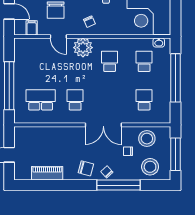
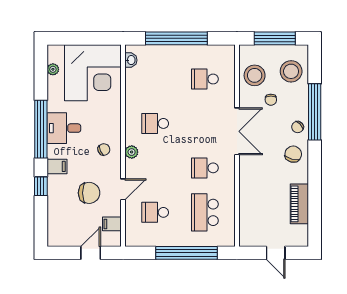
plant: (83, 48) -> (132, 152), width x0.53, depth x0.53
school desk: (144, 61) -> (155, 212), moved

